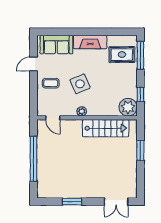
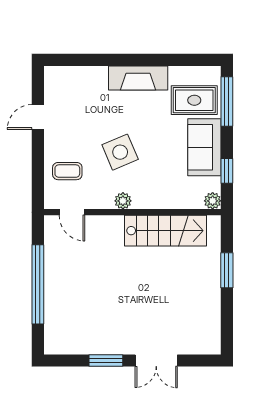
sofa: (56, 44) -> (204, 147), moved, turned 90
coffee table: (51, 83) -> (67, 171), moved
plant: (128, 107) -> (213, 201), width x0.53, depth x0.53
double door: (116, 202) -> (156, 361), moved

